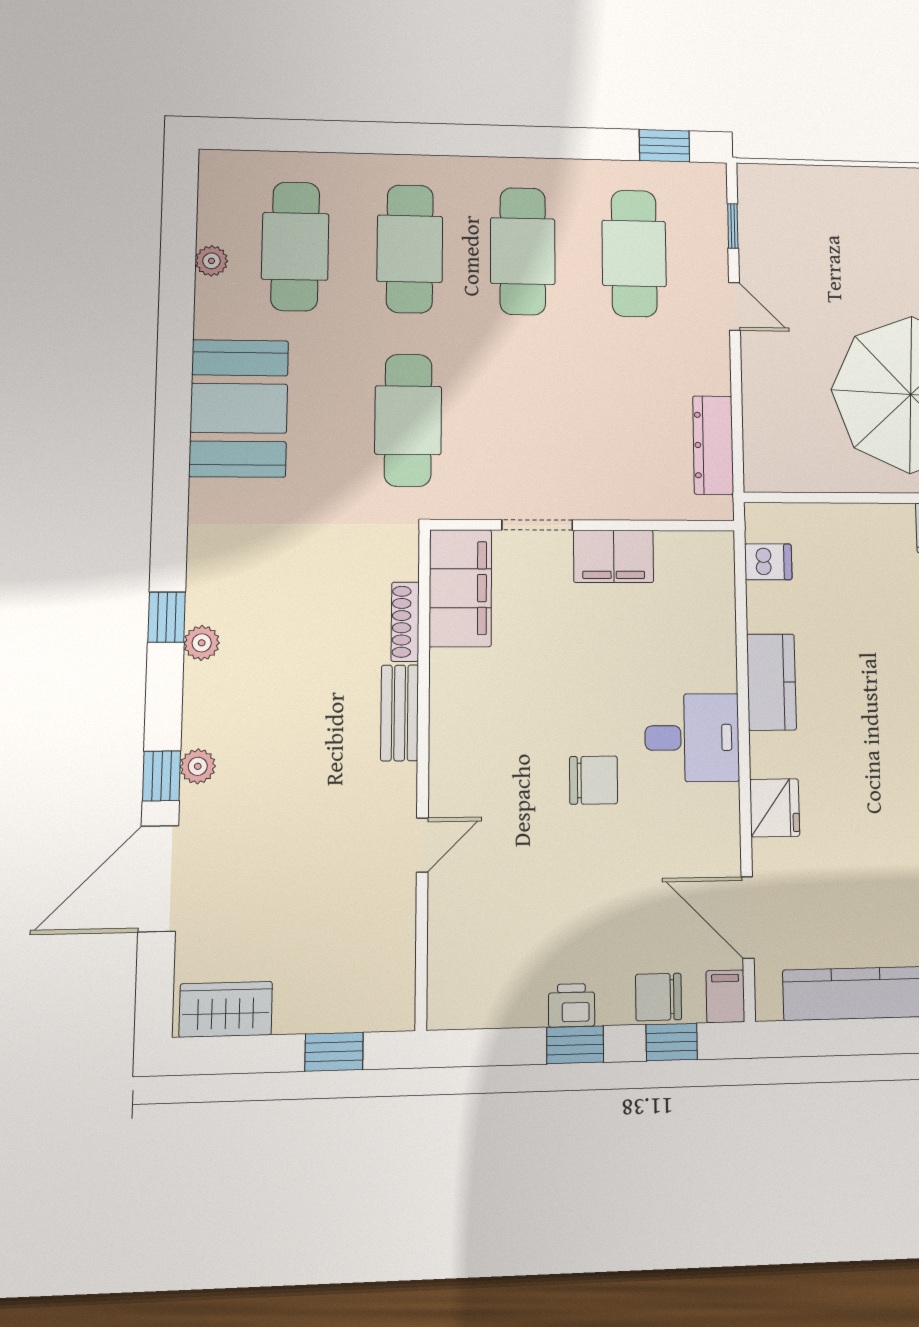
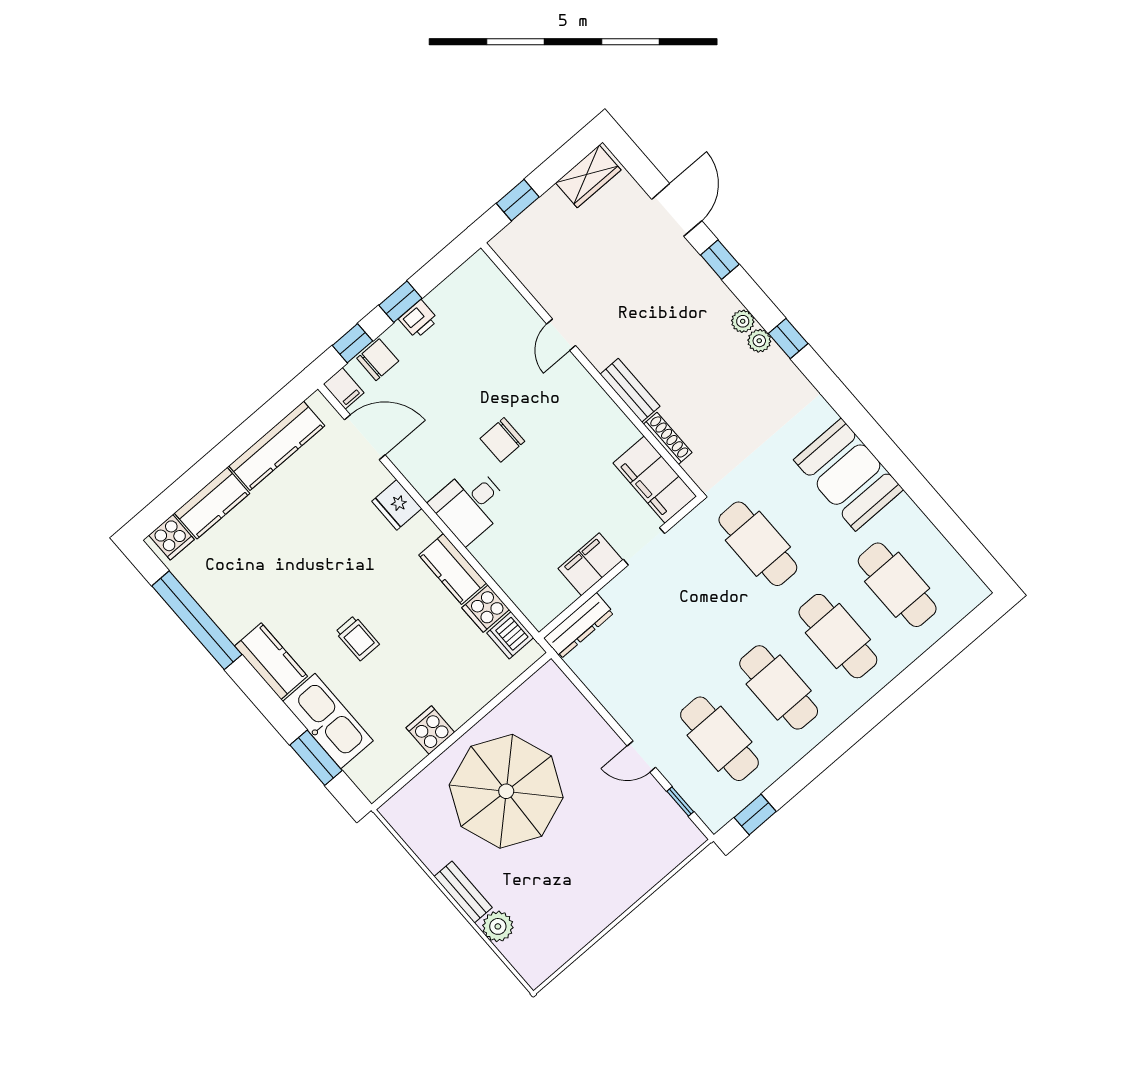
plant: (211, 261) -> (932, 539), removed
dresser: (713, 445) -> (579, 626), moved, turned 90
dishwasher: (768, 562) -> (510, 635), width x1.38
cooker: (771, 607) -> (486, 609), added
plant: (198, 766) -> (743, 321), moved
door: (158, 879) -> (677, 210), width x0.73

